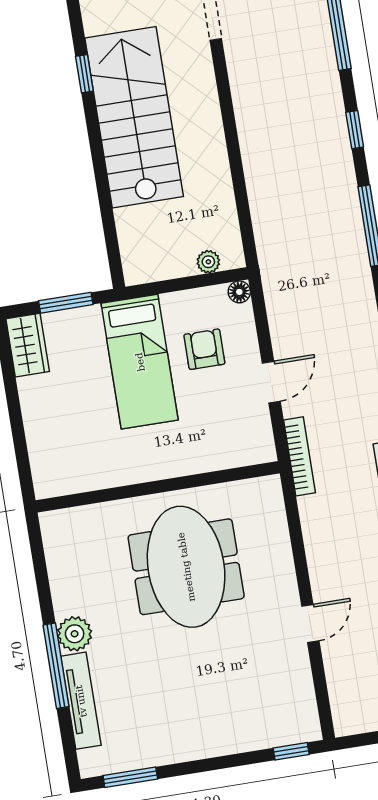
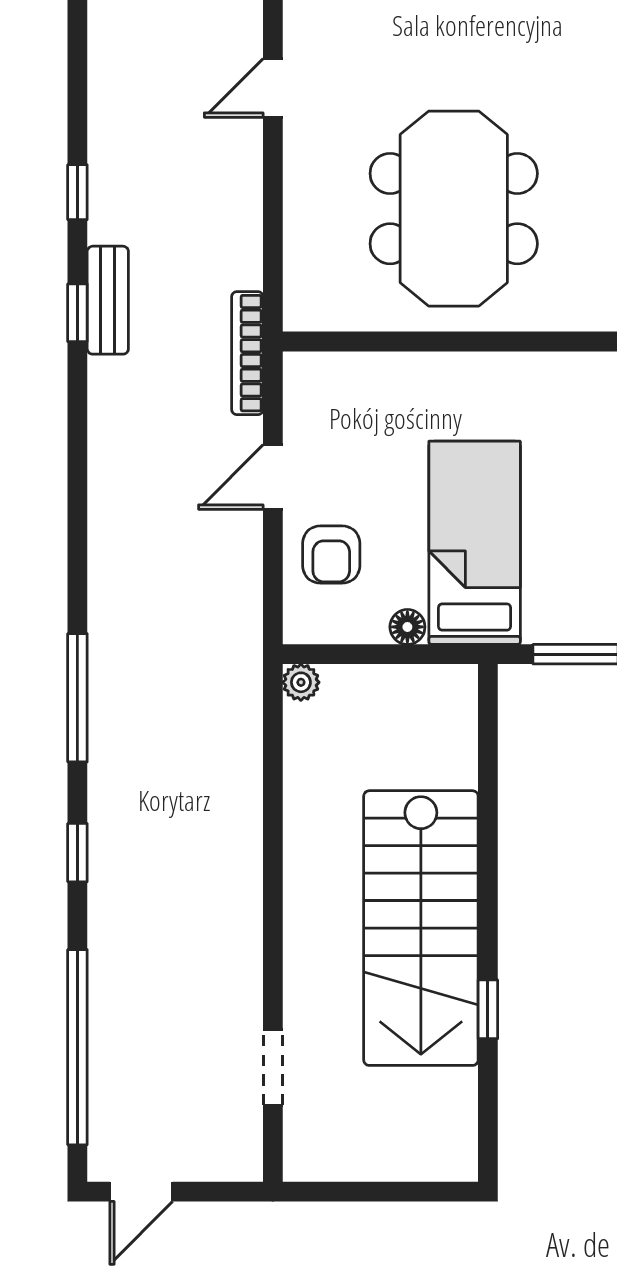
plant: (208, 262) -> (301, 682), moved
floor lamp: (239, 292) -> (407, 627), moved
armchair: (204, 349) -> (331, 554), moved

